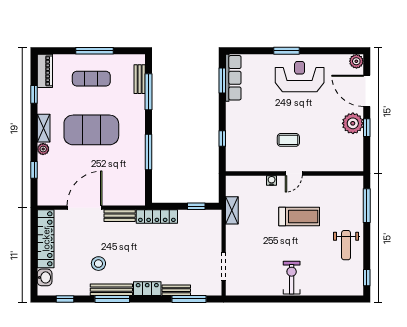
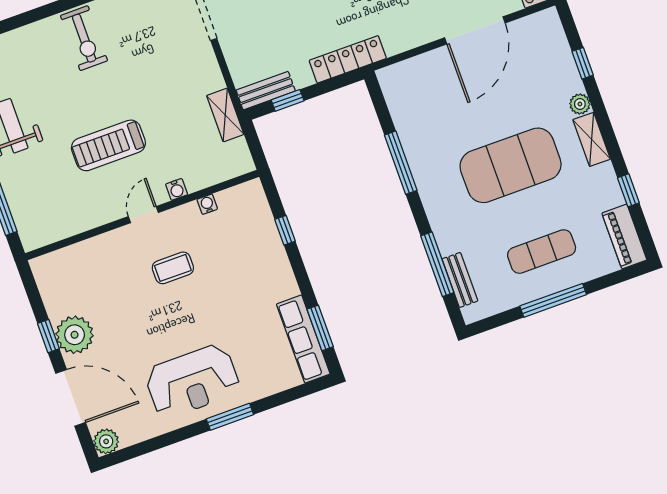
water cooler: (258, 167) -> (207, 204), added
bench: (120, 216) -> (266, 91), moved

